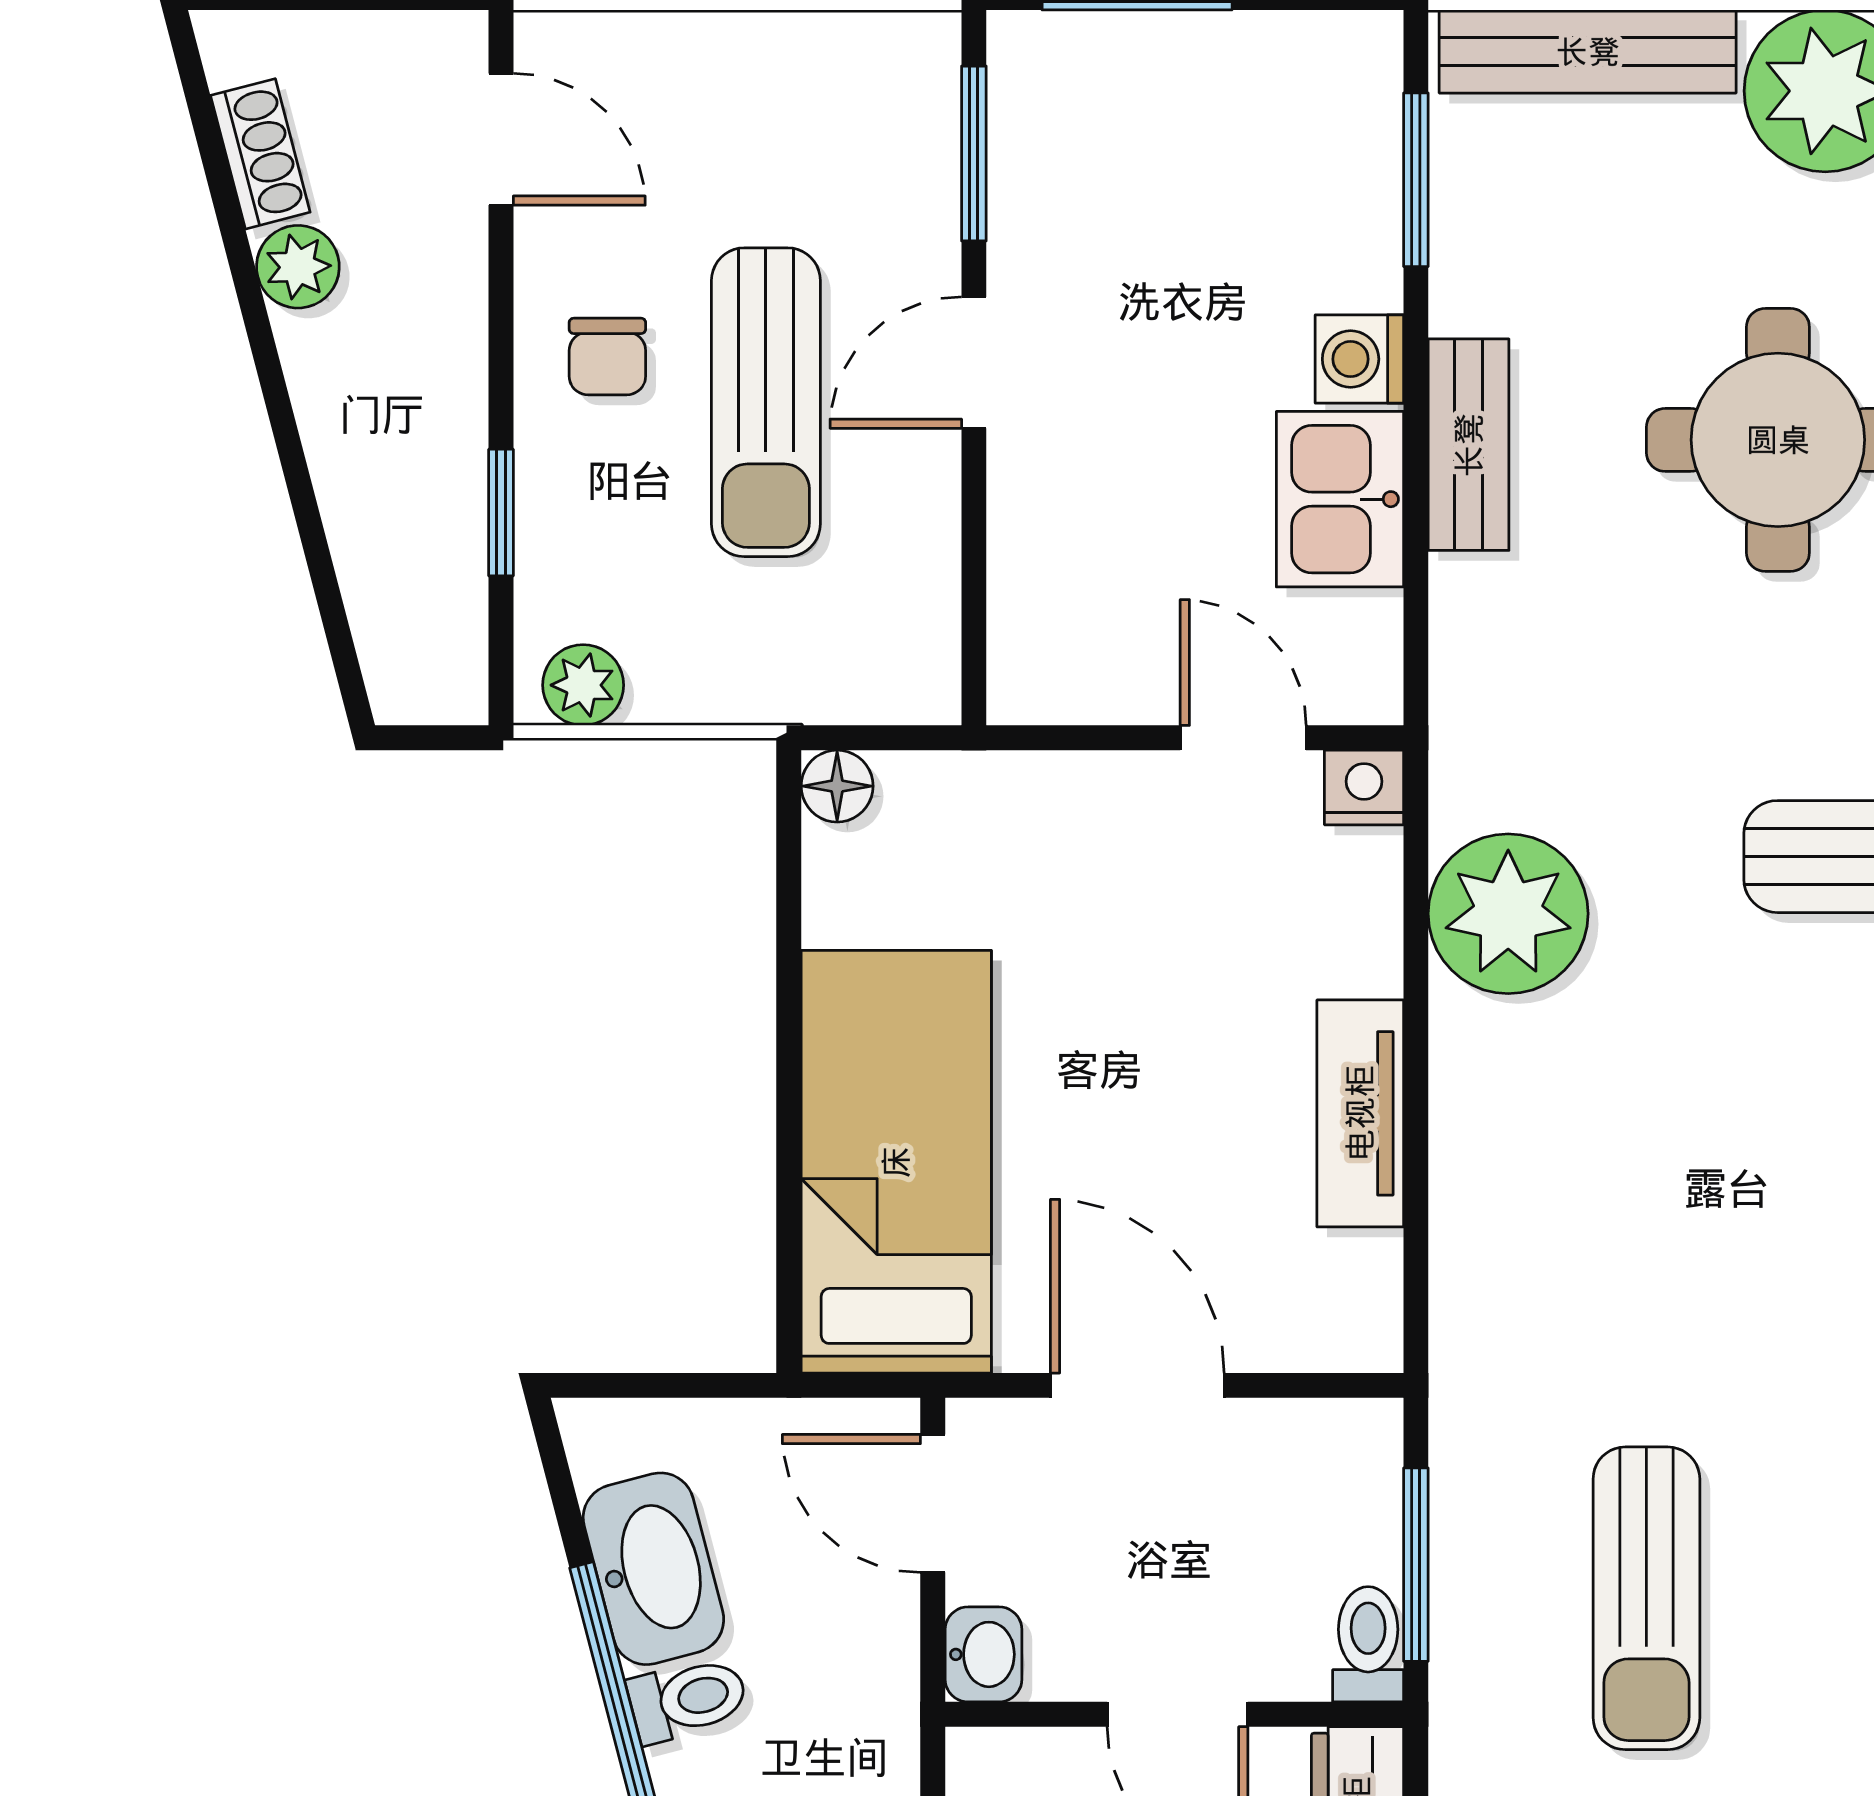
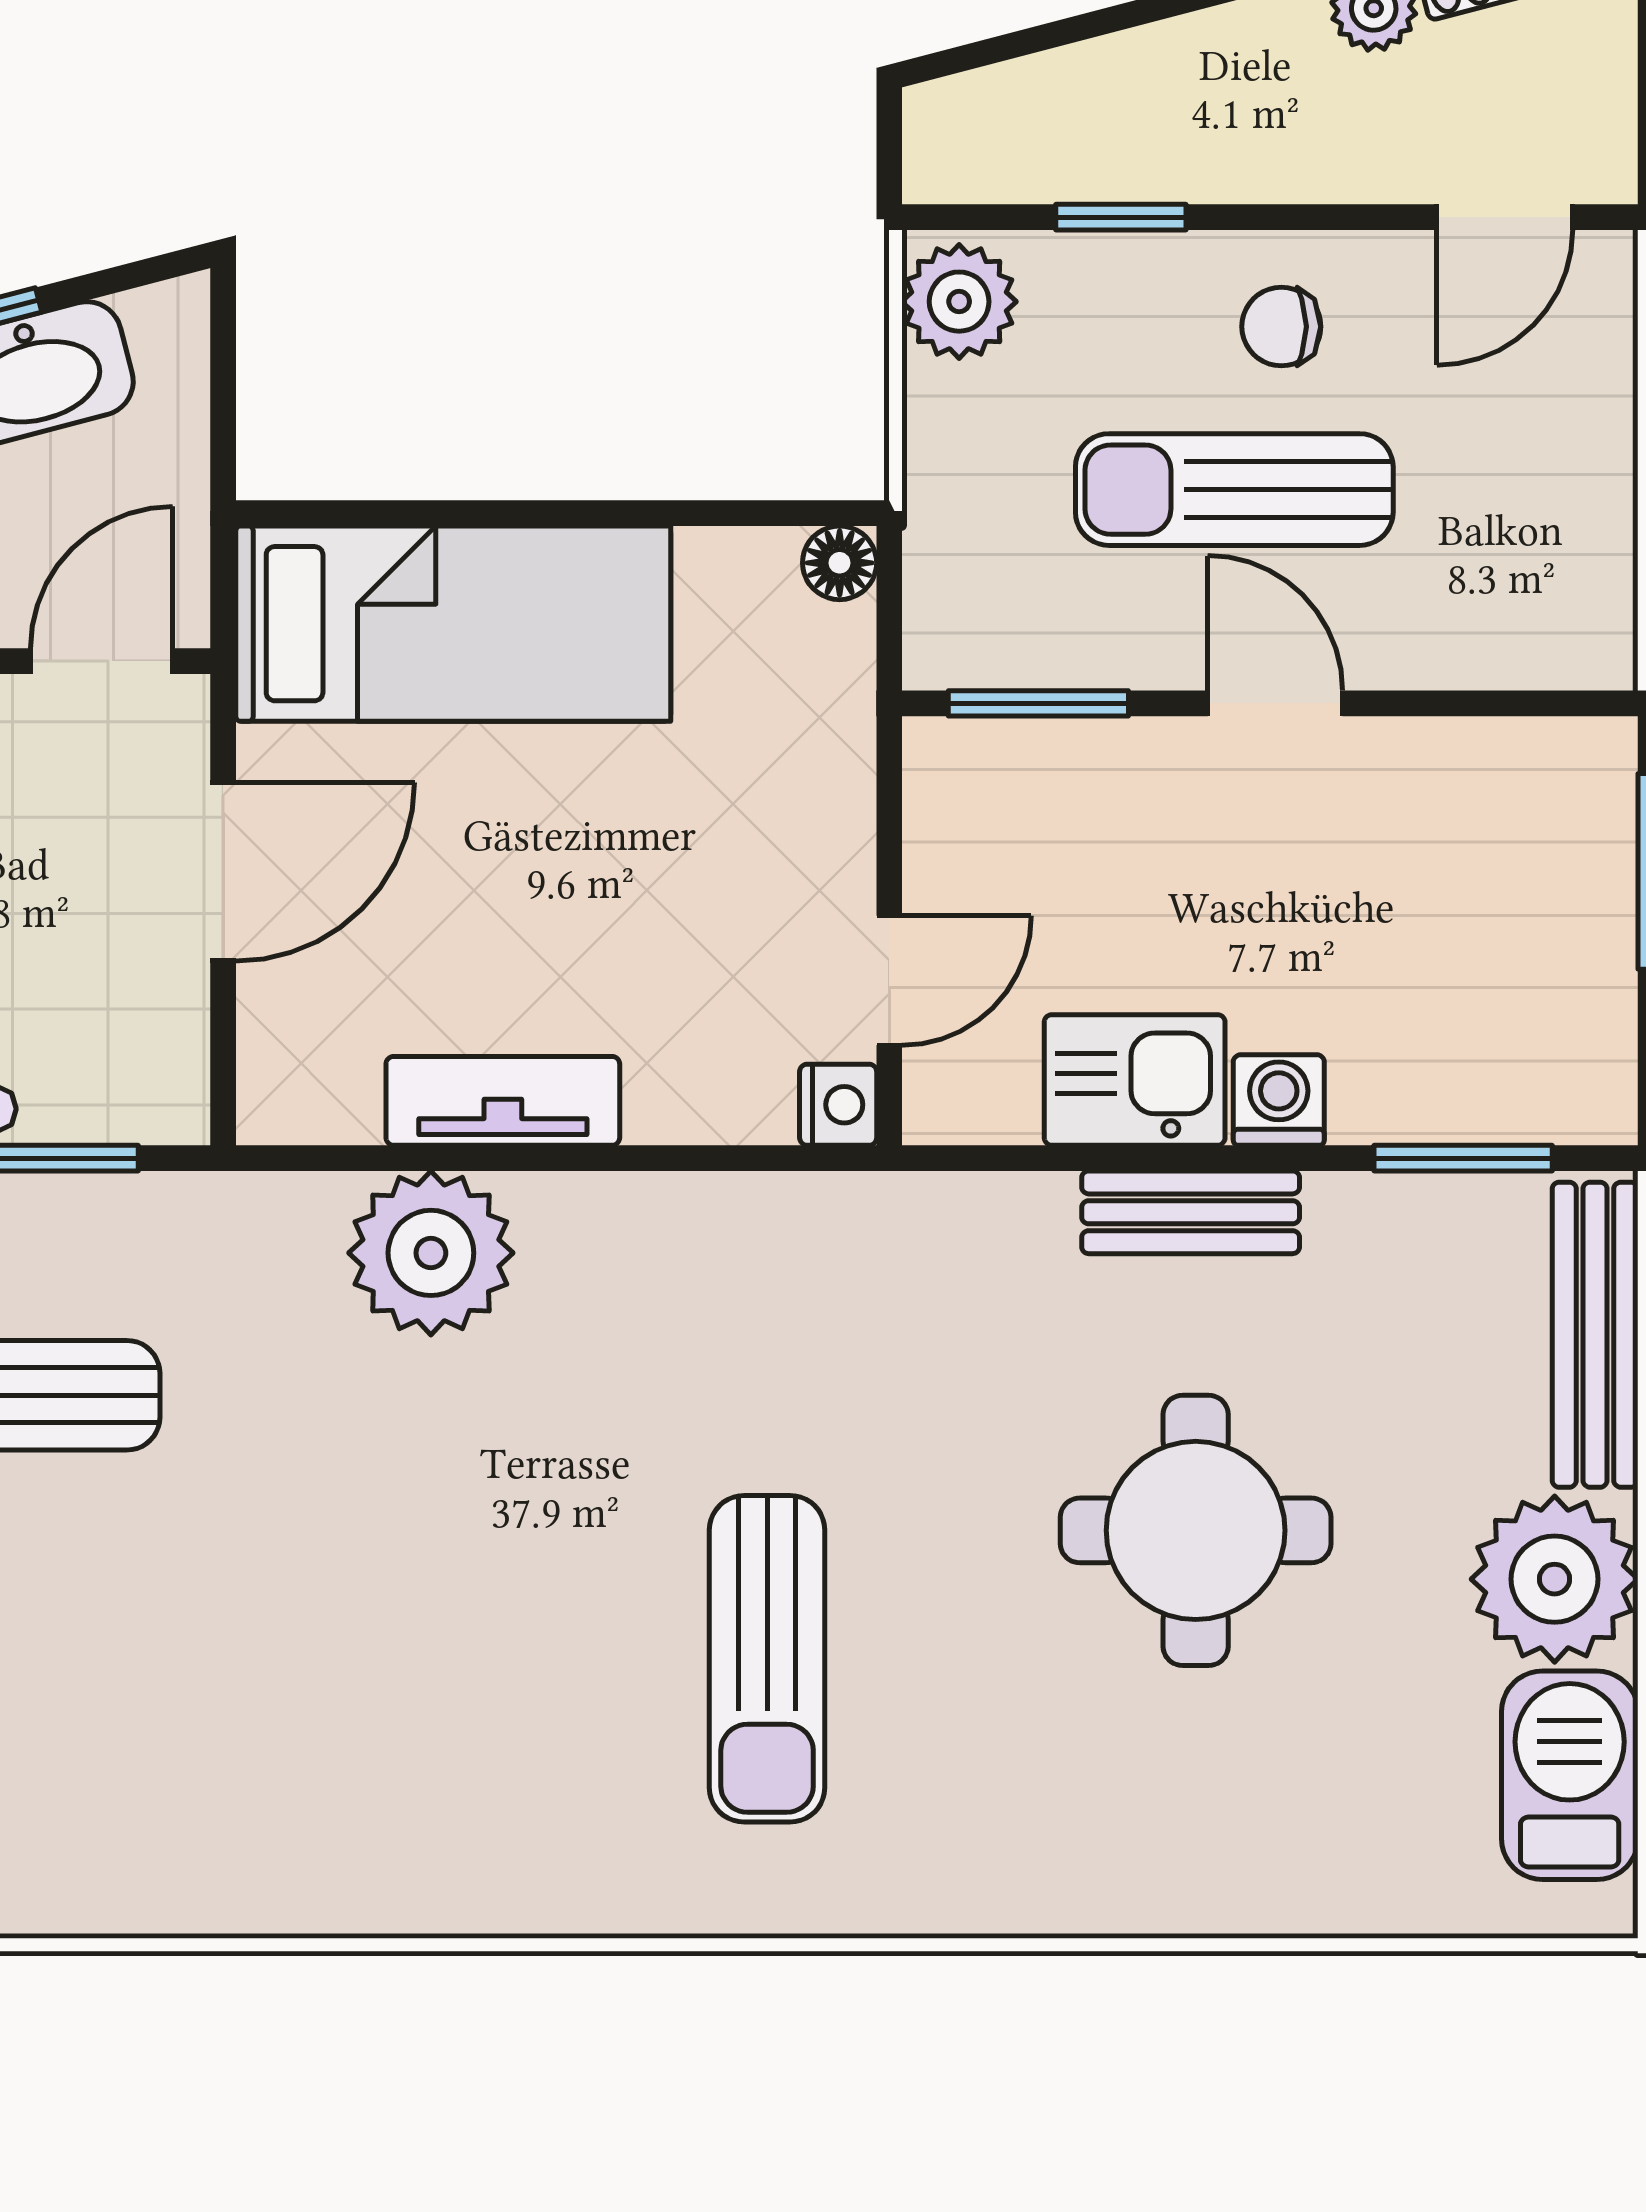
window: (974, 154) -> (1038, 703), moved
plant: (583, 685) -> (959, 302), width x1.38, depth x1.38
plant: (1508, 914) -> (431, 1253), moved

